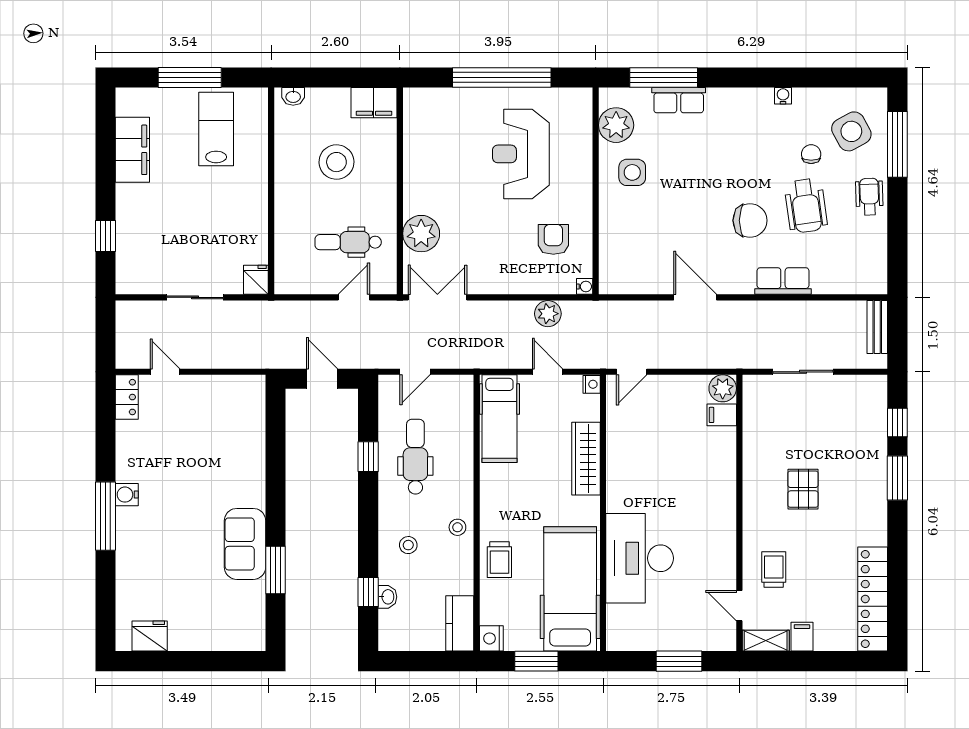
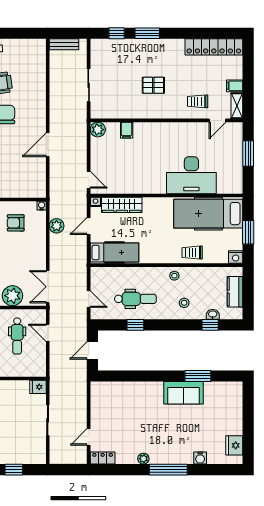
row of seats: (783, 281) -> (39, 96), removed
filing cabinet: (722, 415) -> (127, 130), moved
dental chair: (415, 457) -> (135, 299), turned 180
wardrobe: (586, 459) -> (122, 205), moved
plant: (126, 471) -> (143, 459), added
water cooler: (127, 495) -> (200, 458), moved
trolley: (499, 560) -> (192, 253), turned 180
kitchen counter: (460, 623) -> (235, 292), moved, turned 90

